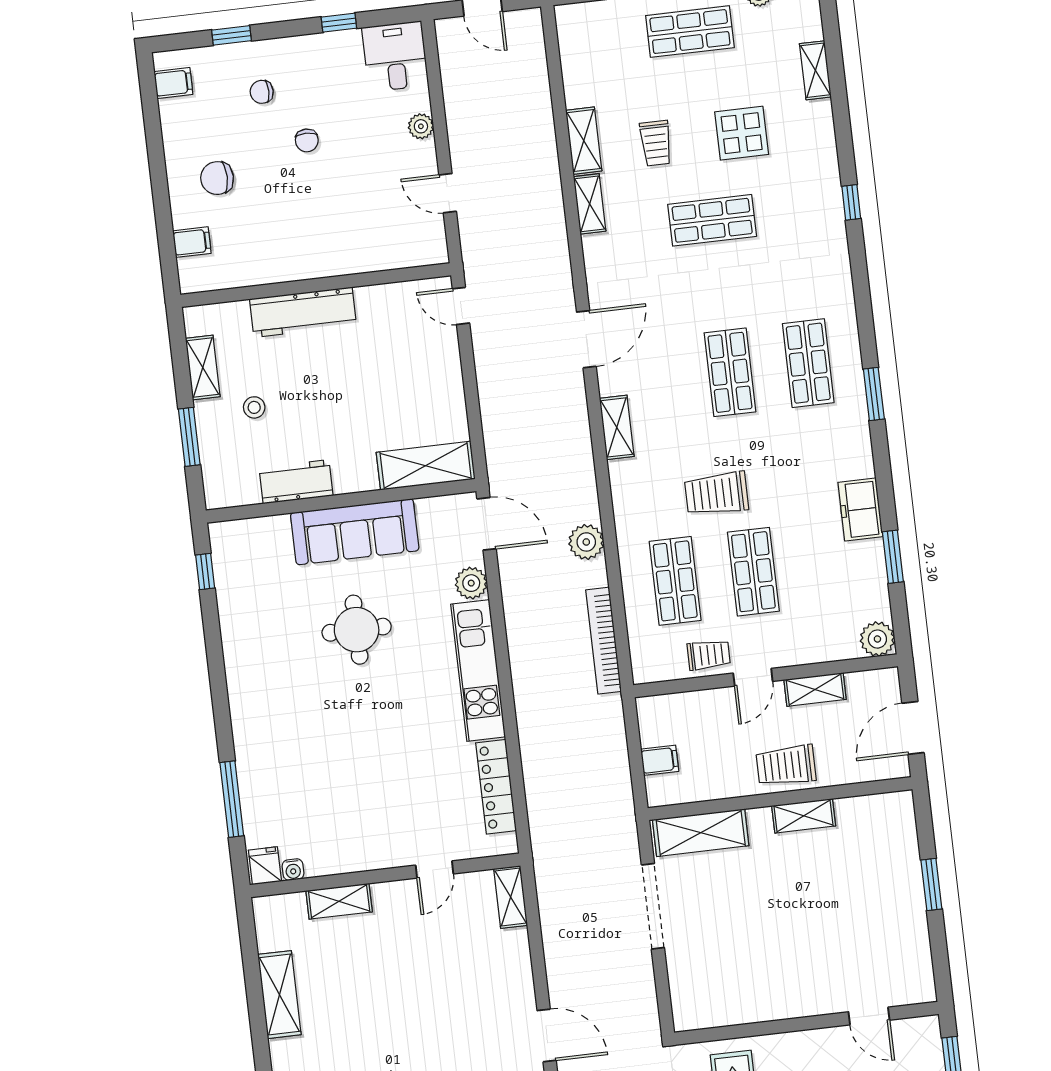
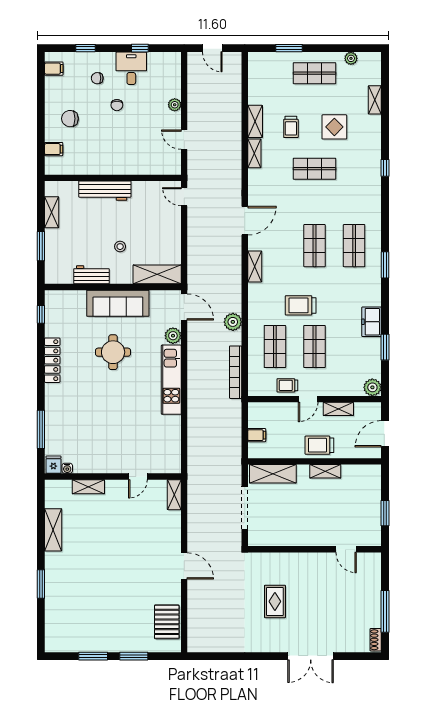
desk: (395, 56) -> (131, 68), moved
stool: (254, 407) -> (120, 247), moved
trolley: (709, 655) -> (287, 385), turned 180
locker: (496, 787) -> (52, 360), moved, turned 180
door: (869, 1016) -> (346, 549), moved
wall: (806, 1023) -> (314, 549), moved

